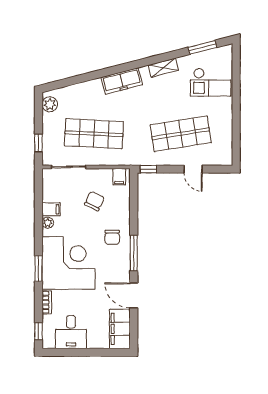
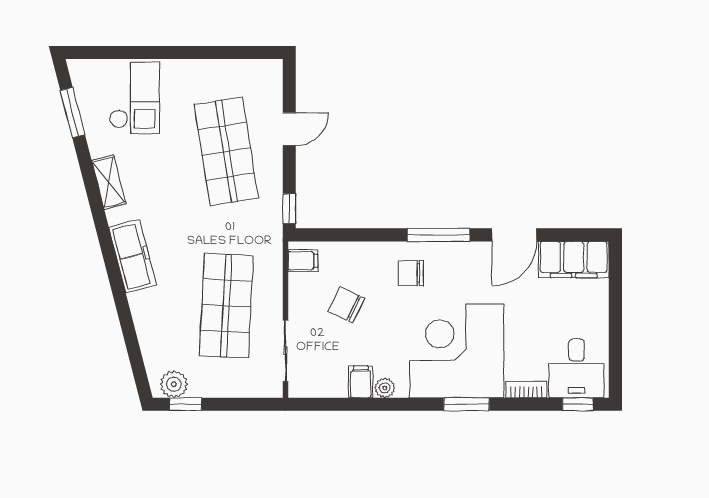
window: (38, 143) -> (186, 404), moved
chair: (112, 237) -> (411, 273), turned 180
desk: (71, 332) -> (577, 368), moved, turned 90

